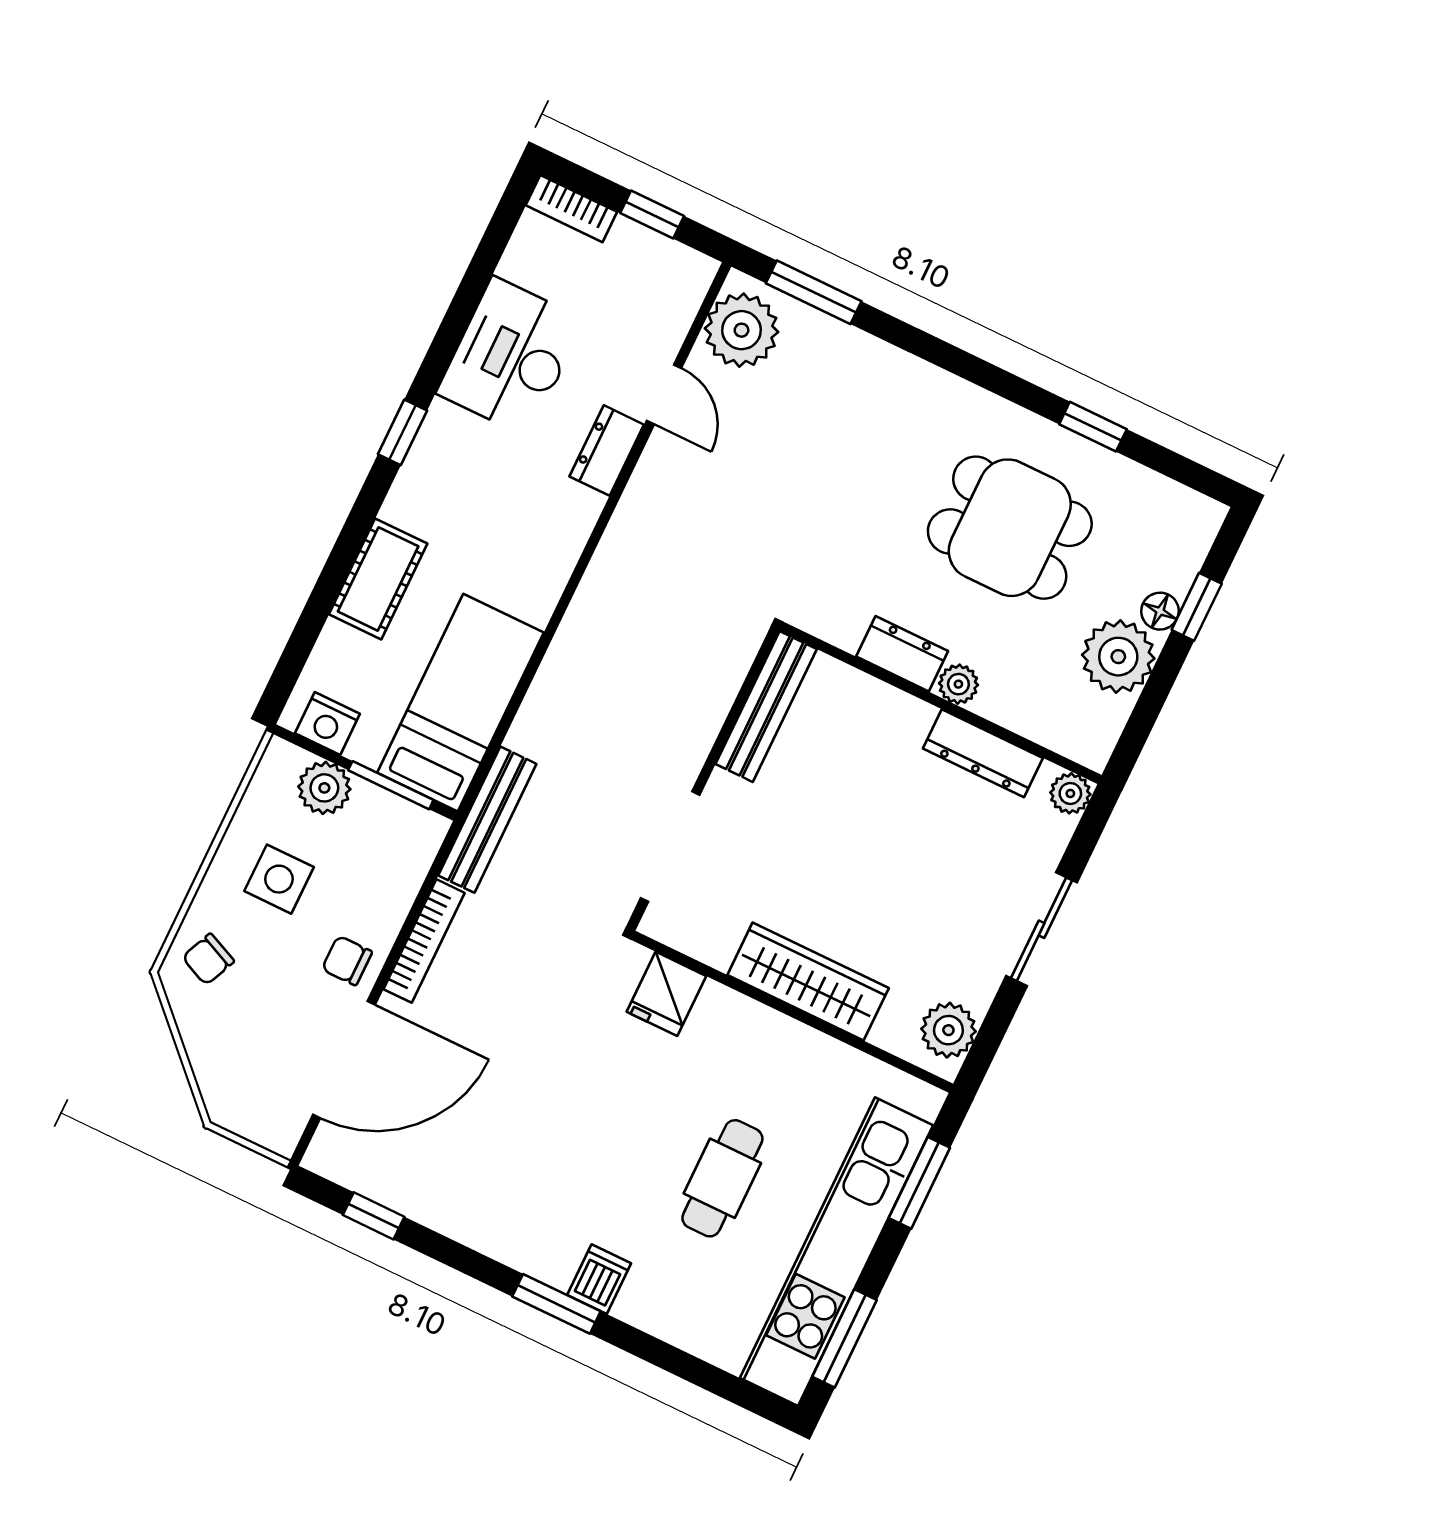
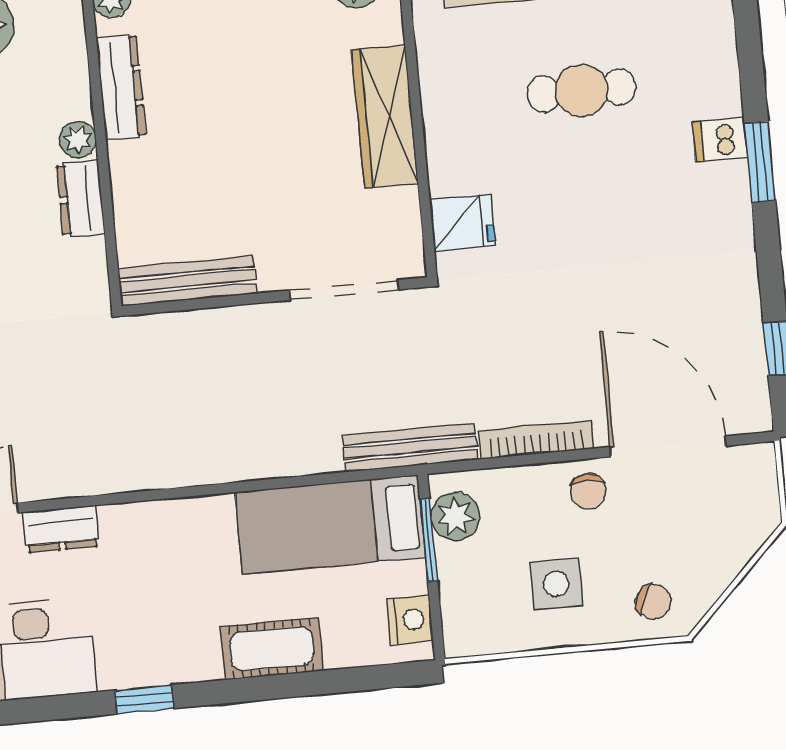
plant: (324, 788) -> (455, 516), moved

